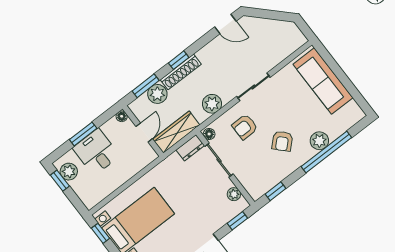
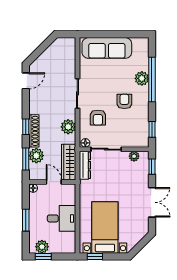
armchair: (282, 141) -> (124, 101), turned -136
dresser: (190, 148) -> (85, 165), width x1.44
desk: (96, 152) -> (62, 218), moved, turned 180

